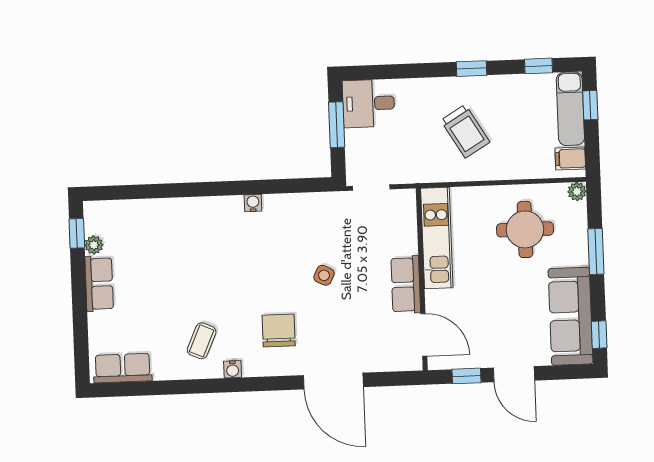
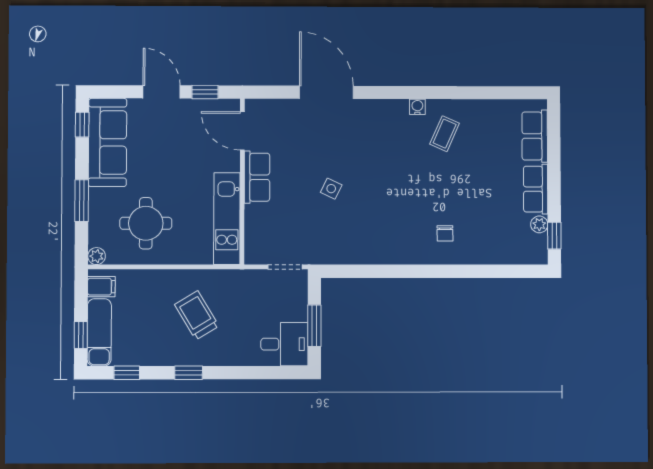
water cooler: (253, 203) -> (393, 257), removed
chair: (279, 331) -> (445, 233), moved, width x0.54, depth x0.54
row of seats: (123, 368) -> (535, 136), moved, turned 90

